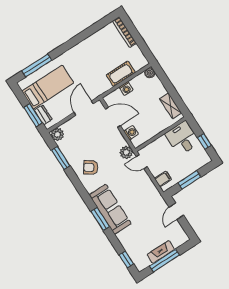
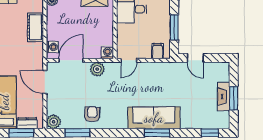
washing machine: (126, 89) -> (52, 47), moved
washing machine: (131, 133) -> (107, 53), moved
plant: (126, 152) -> (97, 69), moved
armchair: (91, 167) -> (92, 114), moved, turned 148
window: (165, 261) -> (234, 98), width x0.69

